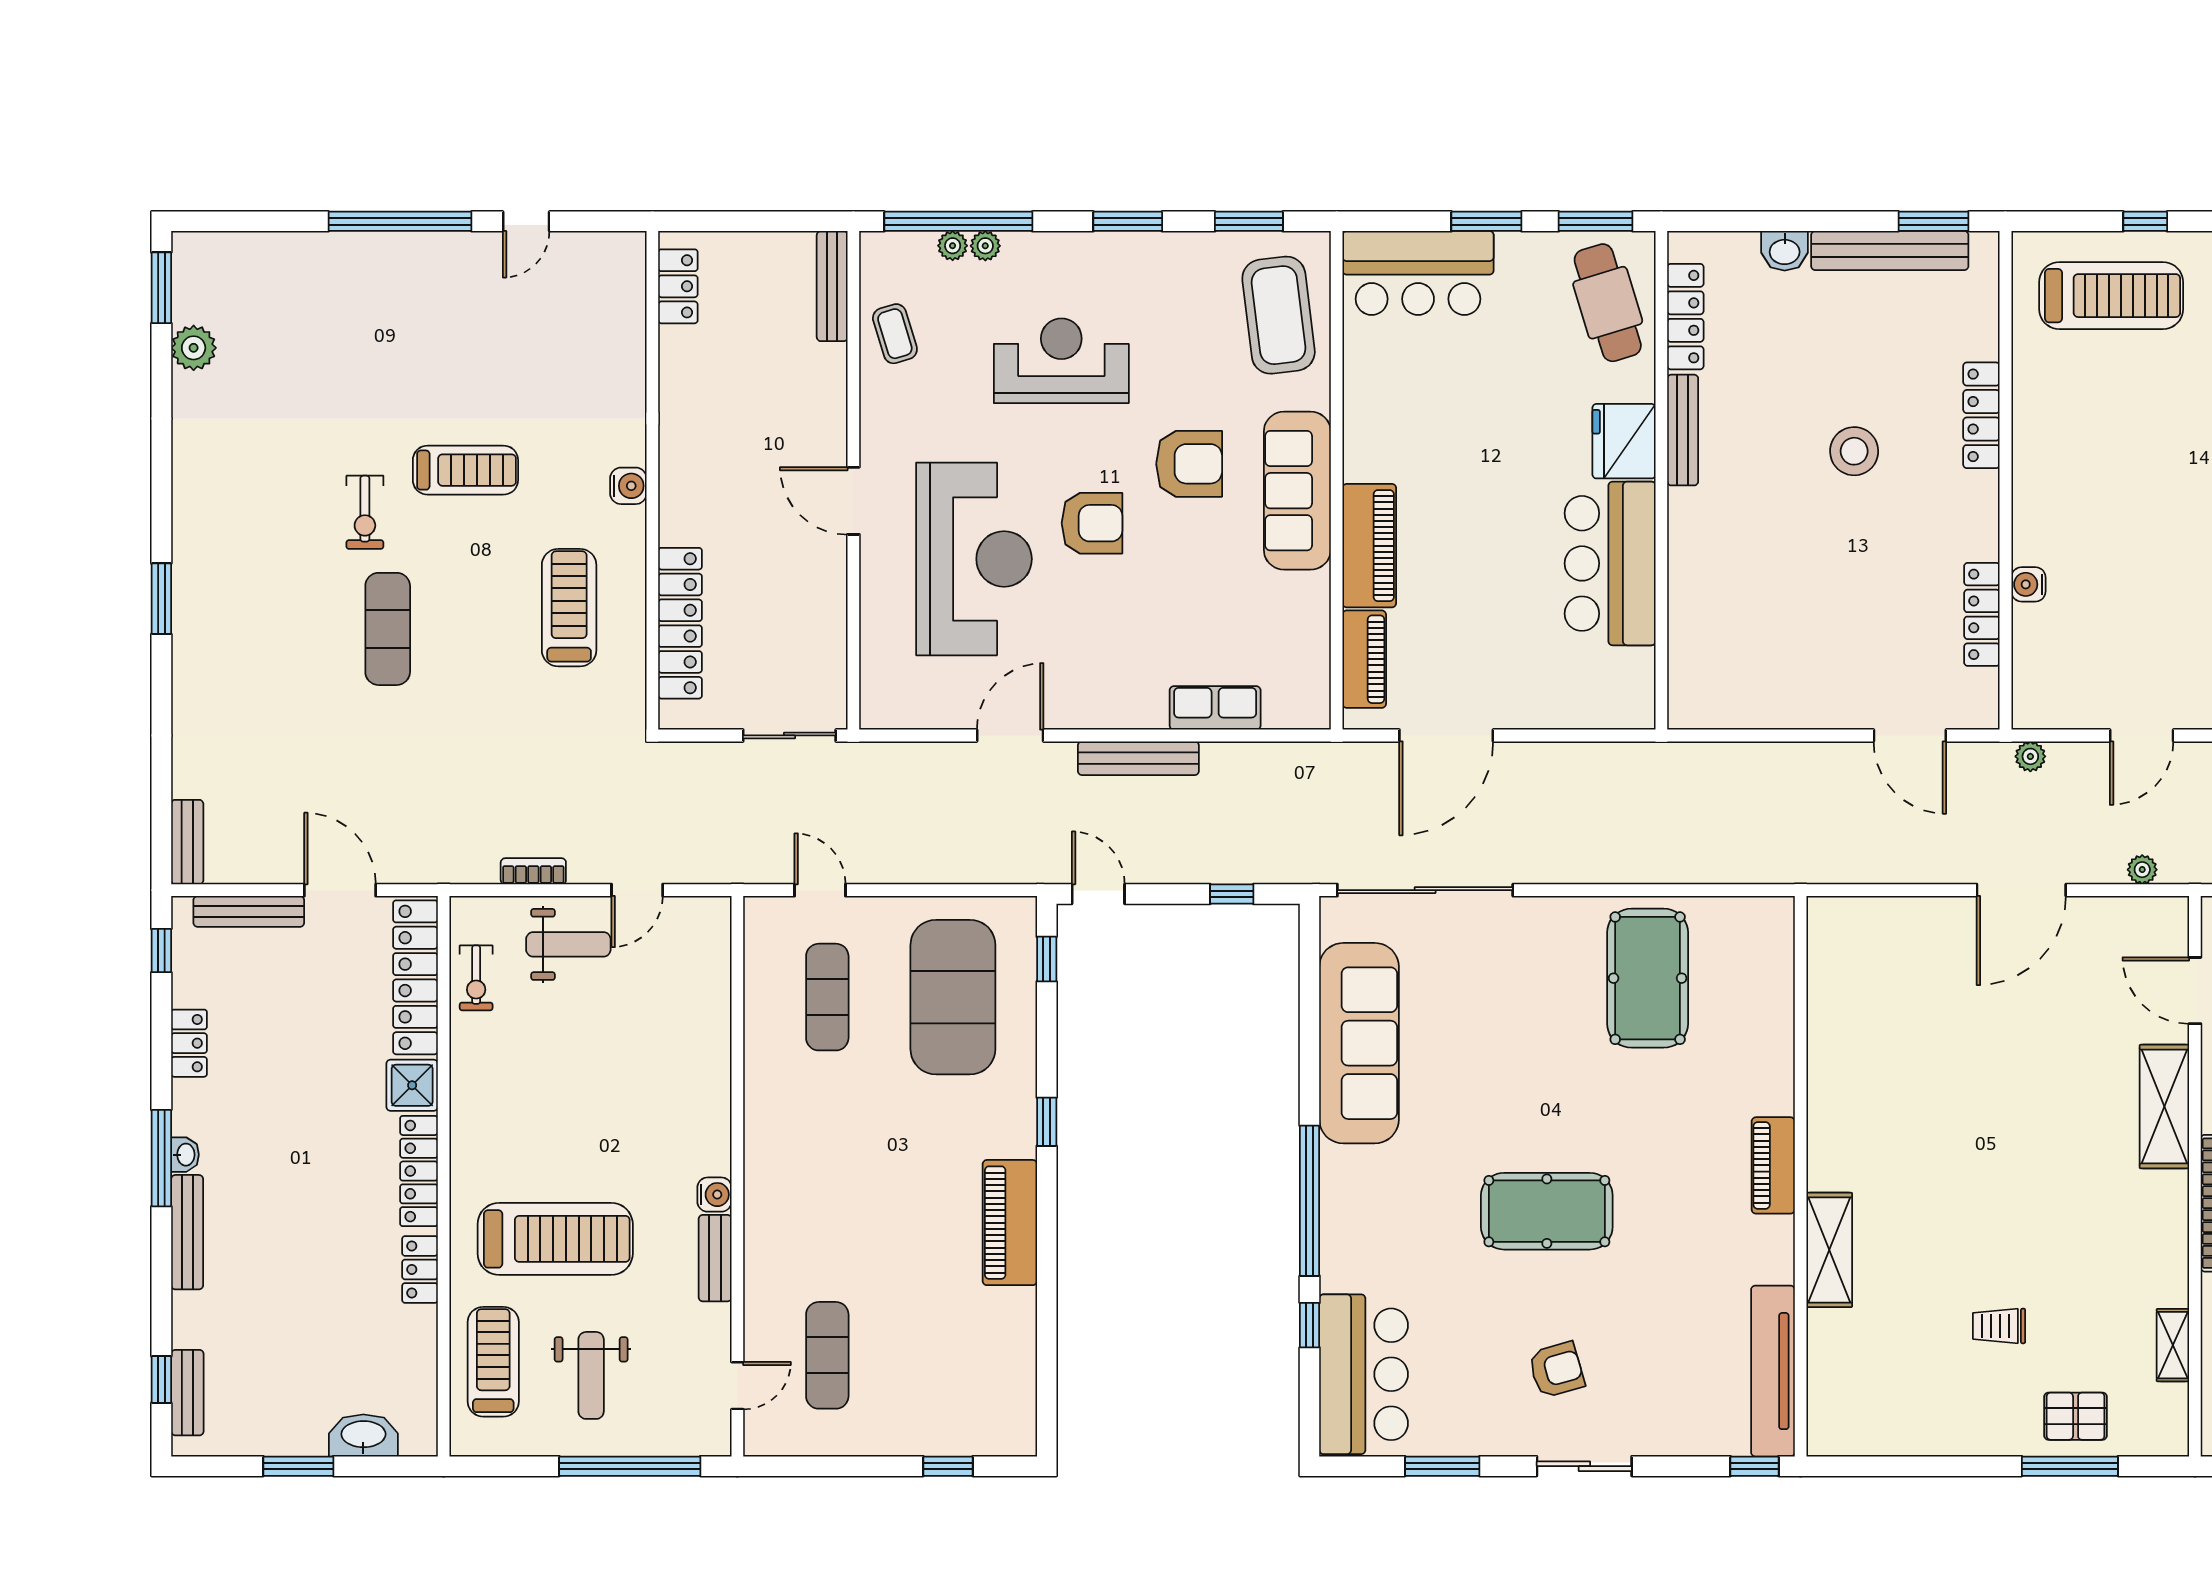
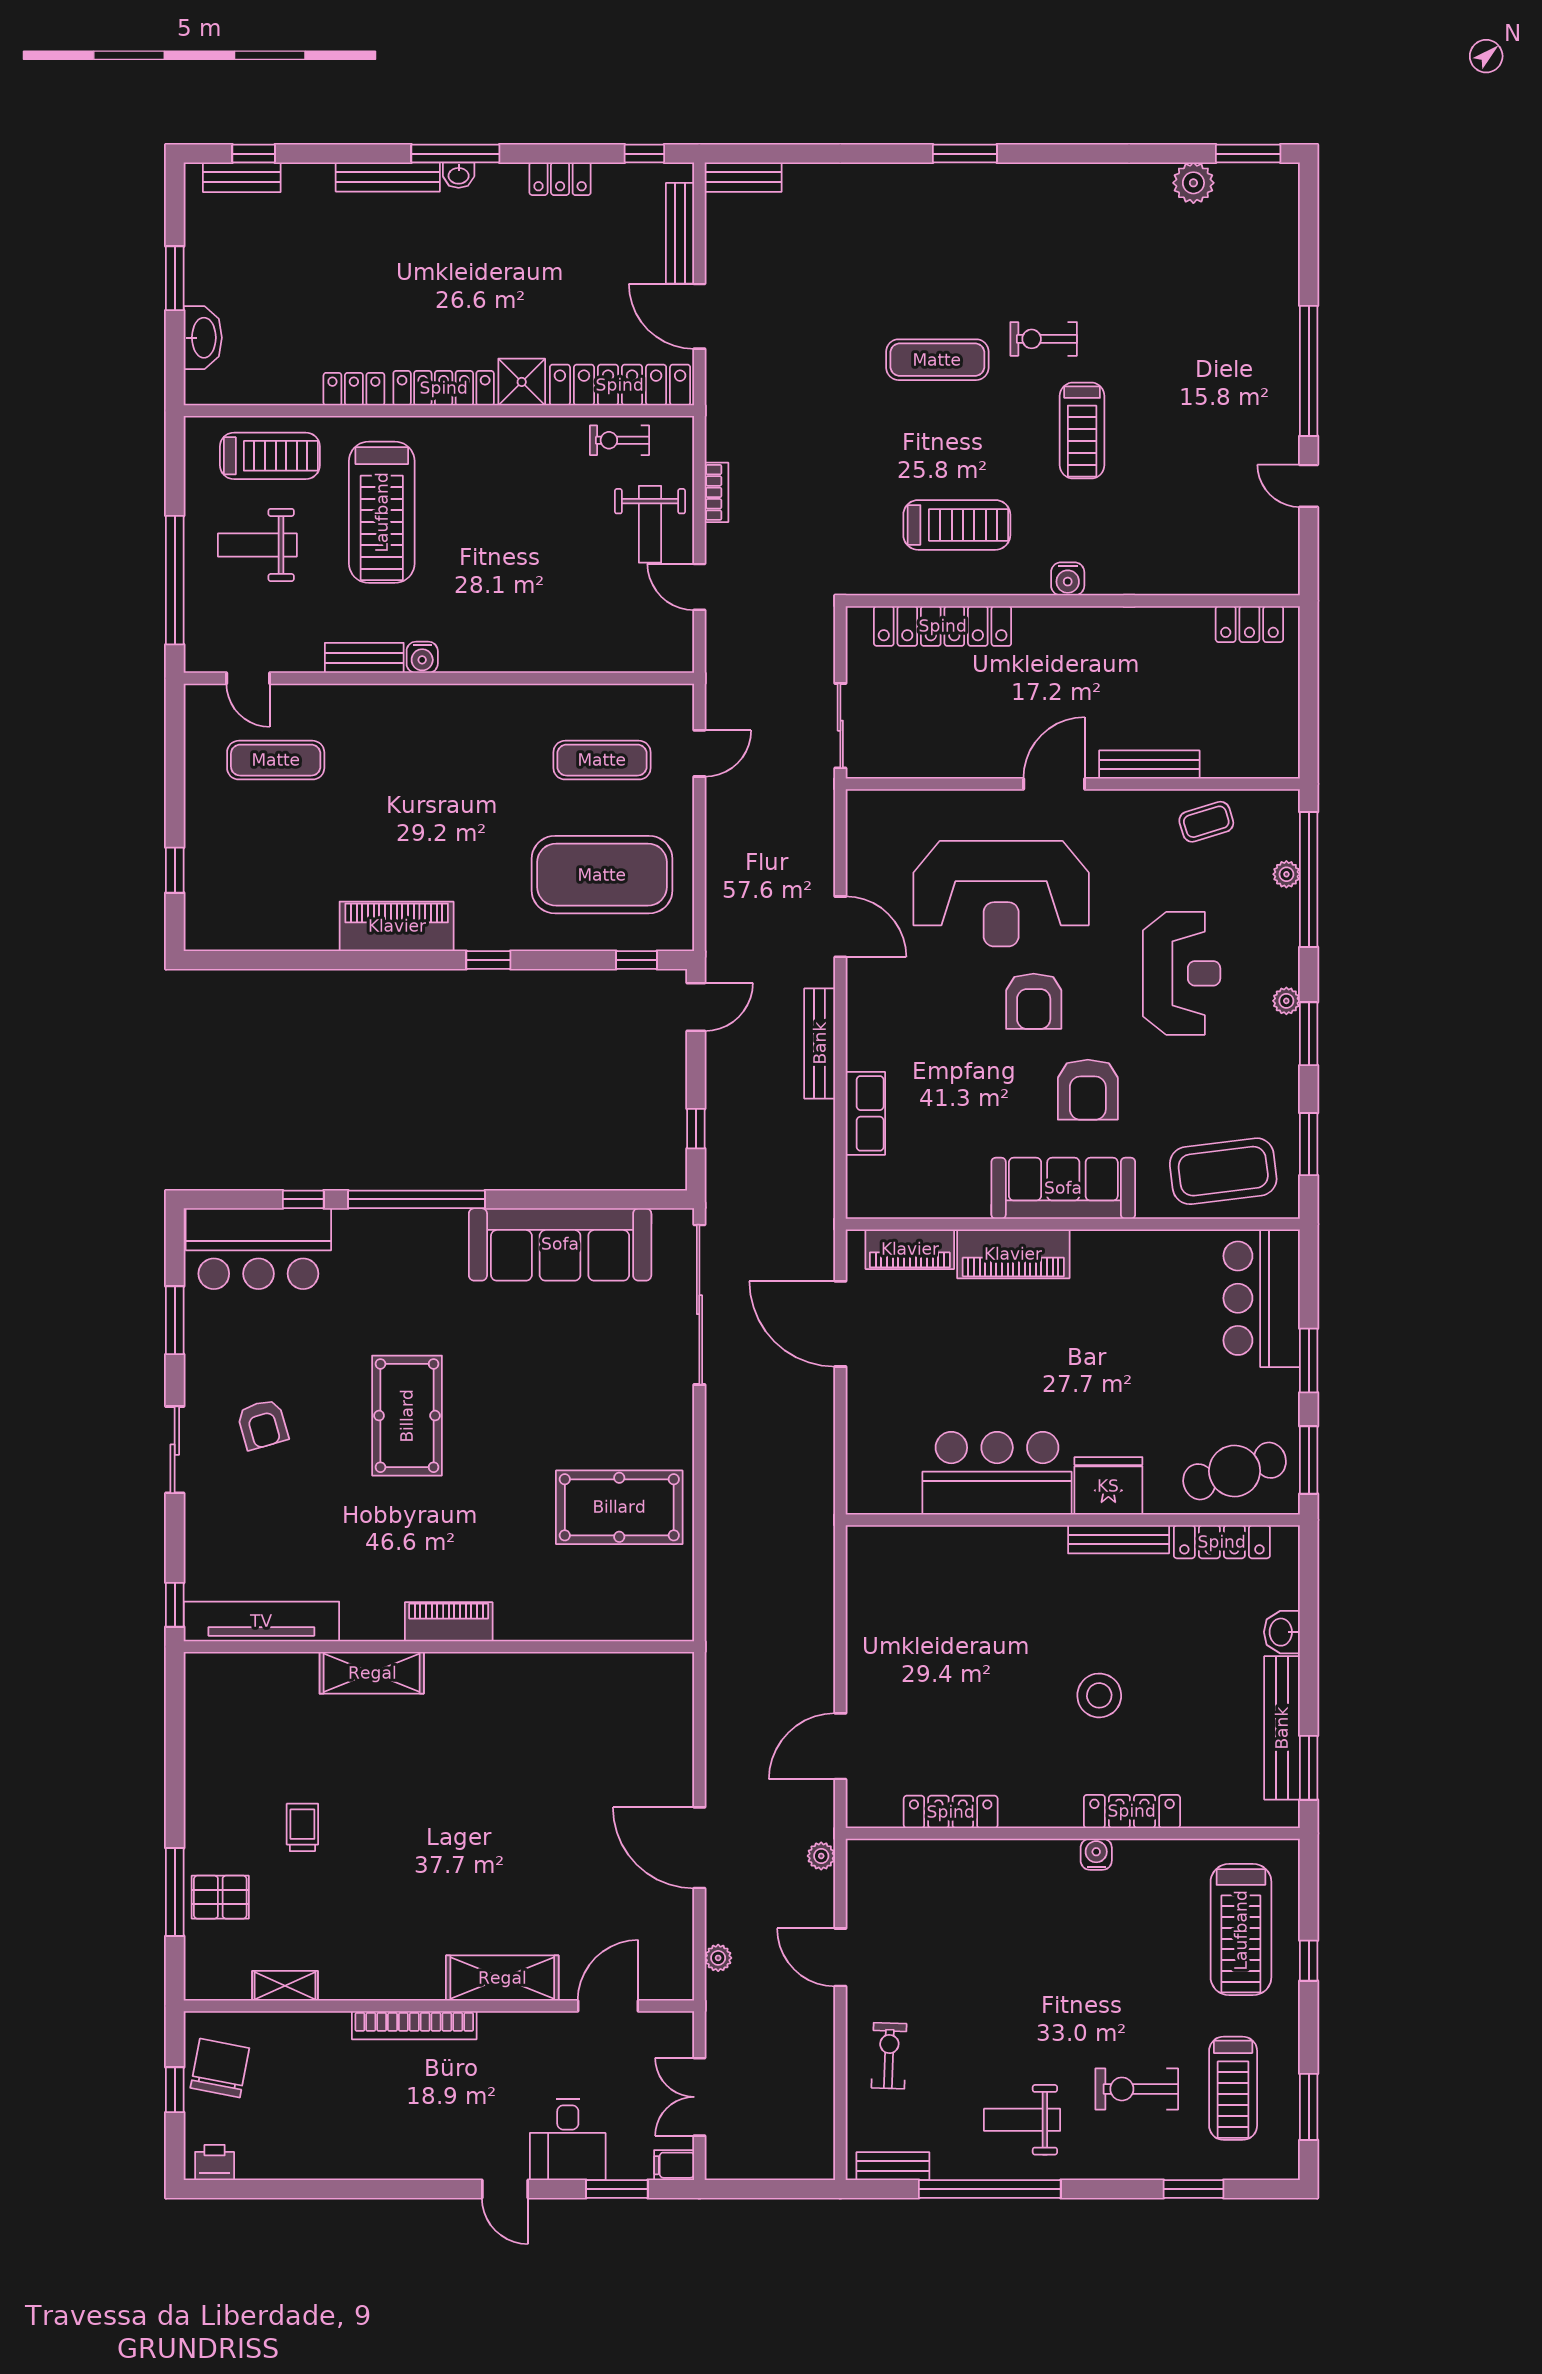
plant: (985, 246) -> (1286, 1001), moved
bench: (832, 286) -> (1149, 765), moved
water cooler: (2028, 584) -> (1096, 1854), moved
door: (340, 890) -> (699, 316), swing flipped
pallet: (2076, 1416) -> (220, 1897), turned 90

